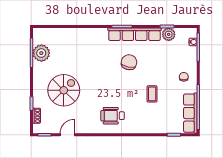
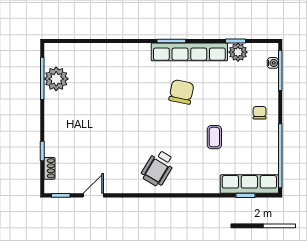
spiral stairs: (64, 90) -> (88, 132), removed
row of seats: (190, 113) -> (249, 184), moved, turned 90
wheelchair: (113, 116) -> (158, 168), turned -59

